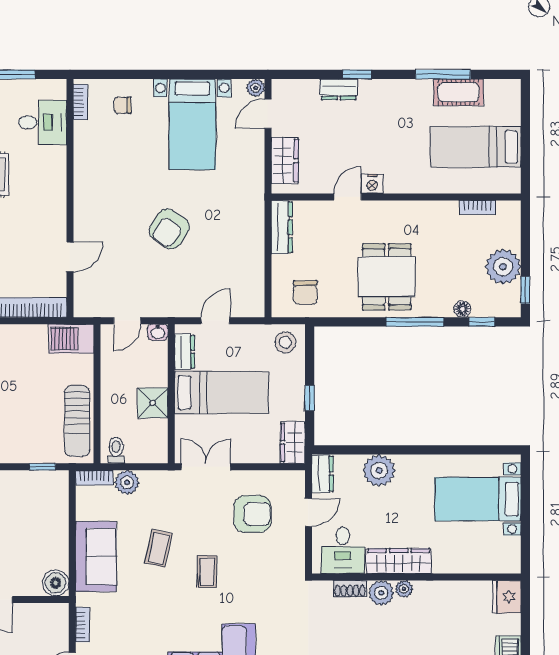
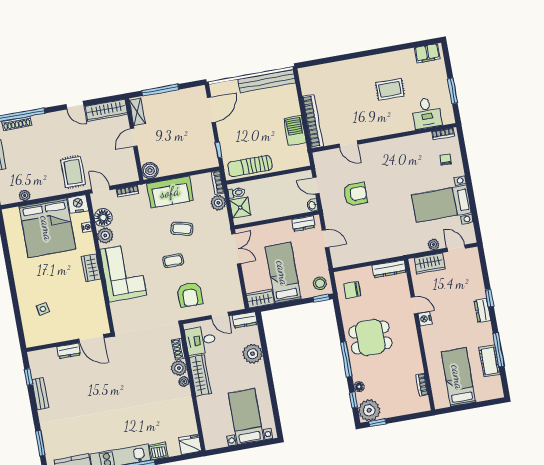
plant: (256, 88) -> (433, 245), moved
dresser: (339, 89) -> (482, 311), moved
armchair: (169, 229) -> (355, 194), moved, turned 146
plant: (503, 267) -> (369, 410), moved
barbecue: (71, 339) -> (295, 130), moved
bed: (222, 392) -> (283, 273), moved, turned 180
window: (310, 398) -> (321, 298), moved
shower: (153, 403) -> (240, 208), moved
armchair: (252, 514) -> (190, 295), moved

